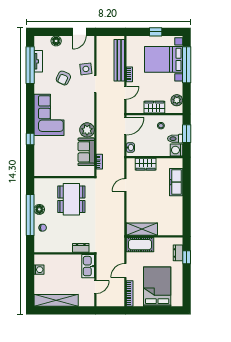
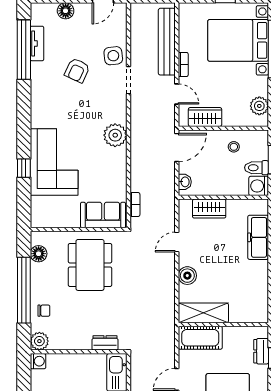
door: (125, 93) -> (177, 94), hinge flipped
wardrobe: (154, 107) -> (205, 117), moved
corner sofa: (49, 115) -> (54, 162), moved
plant: (87, 130) -> (115, 135), moved
sofa: (86, 152) -> (103, 215), moved, turned 90
boiler: (132, 206) -> (187, 276), added
floor lamp: (39, 209) -> (39, 254), moved
plant: (40, 247) -> (39, 341), added
washing machine: (39, 270) -> (38, 361), moved

